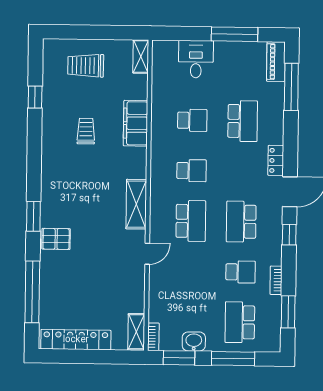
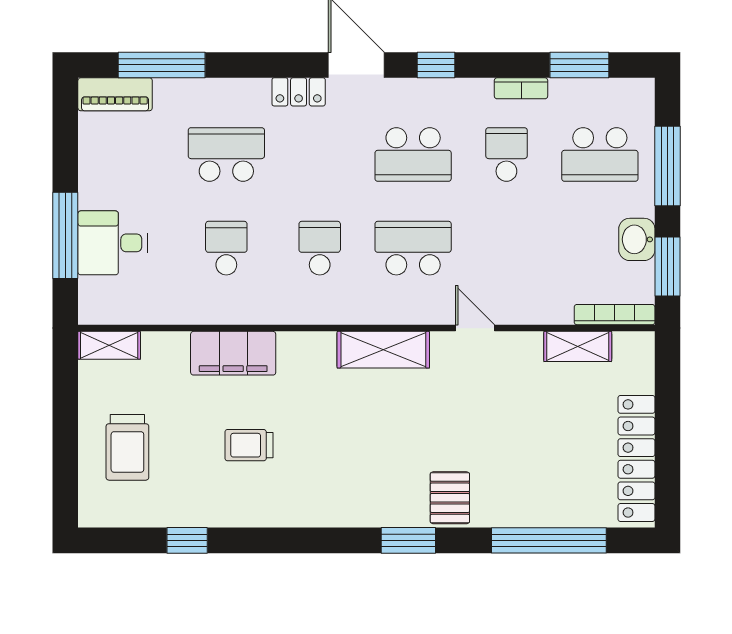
window: (235, 34) -> (65, 235), moved
shelving: (136, 332) -> (578, 346), moved
bookcase: (153, 337) -> (615, 315), width x1.56

